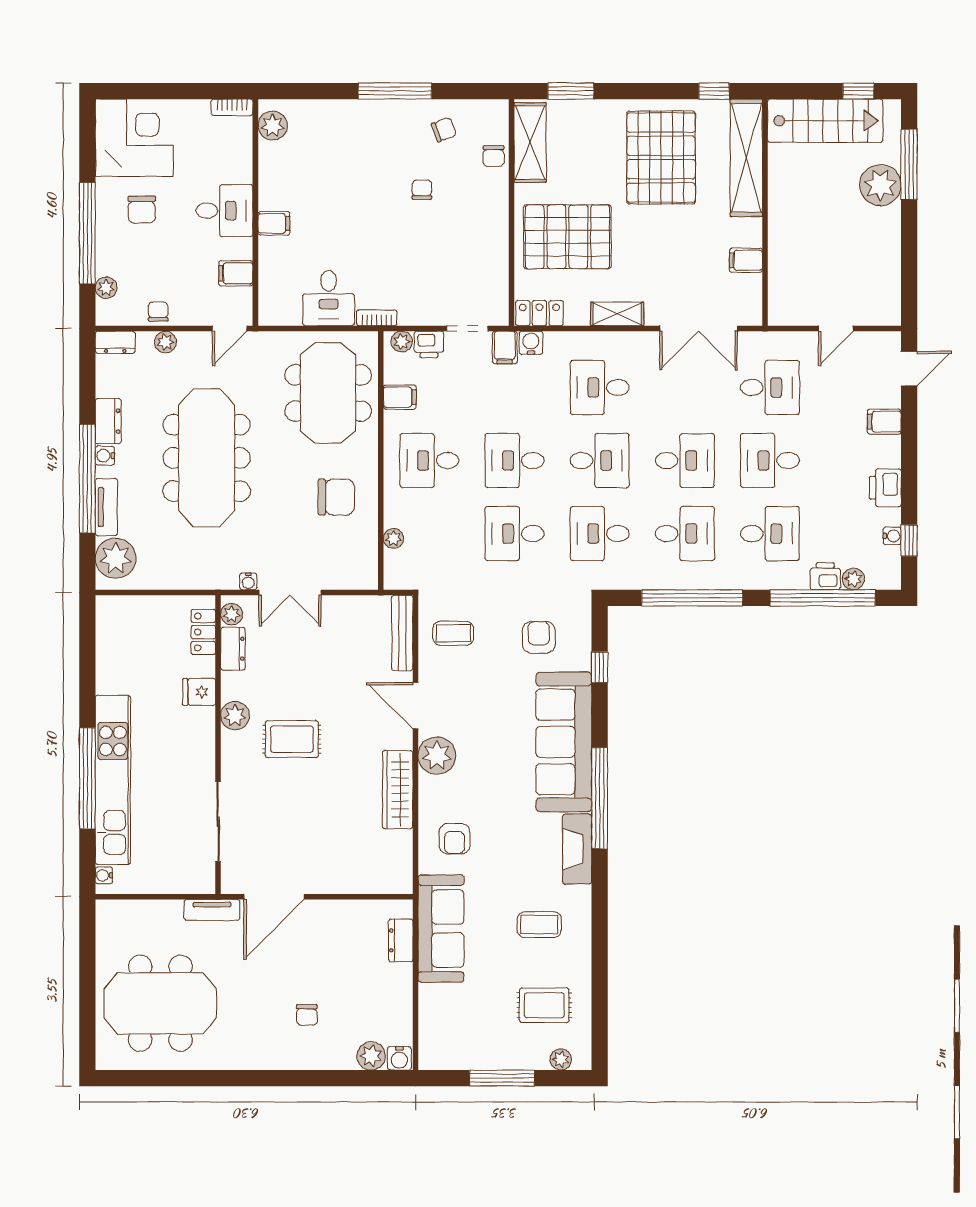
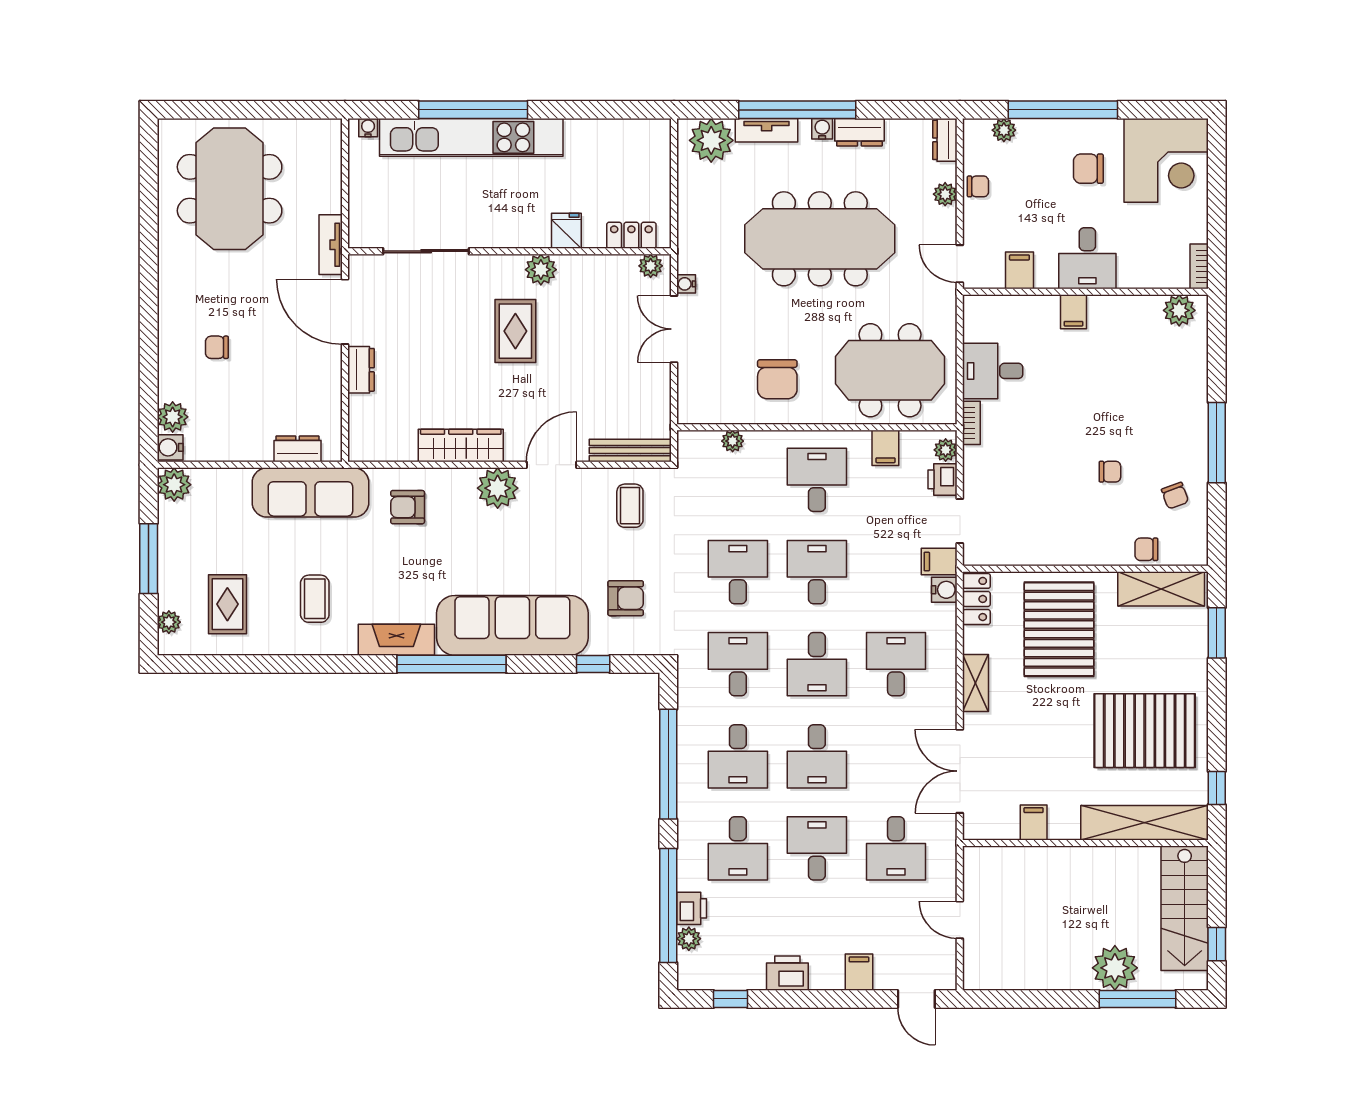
water cooler: (892, 536) -> (735, 981), removed
dresser: (233, 649) -> (361, 370), moved, turned -90
plant: (434, 1055) -> (174, 485), added

